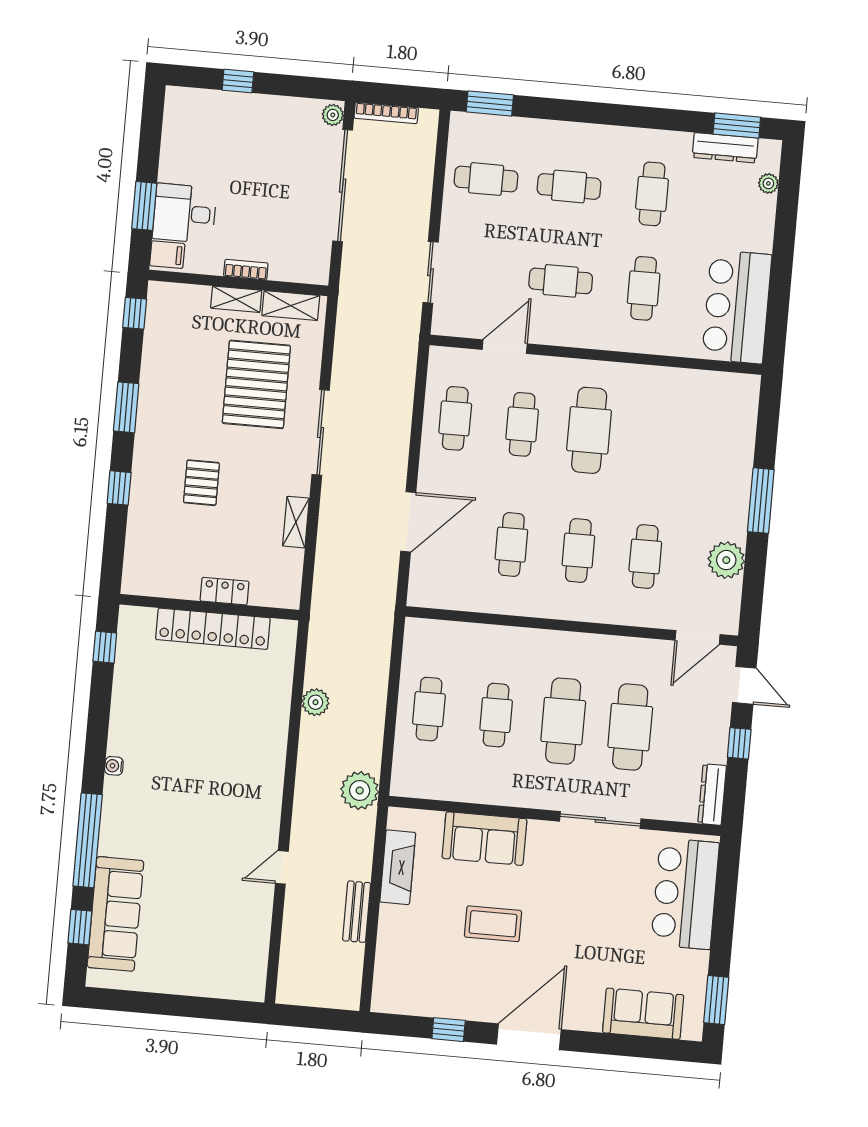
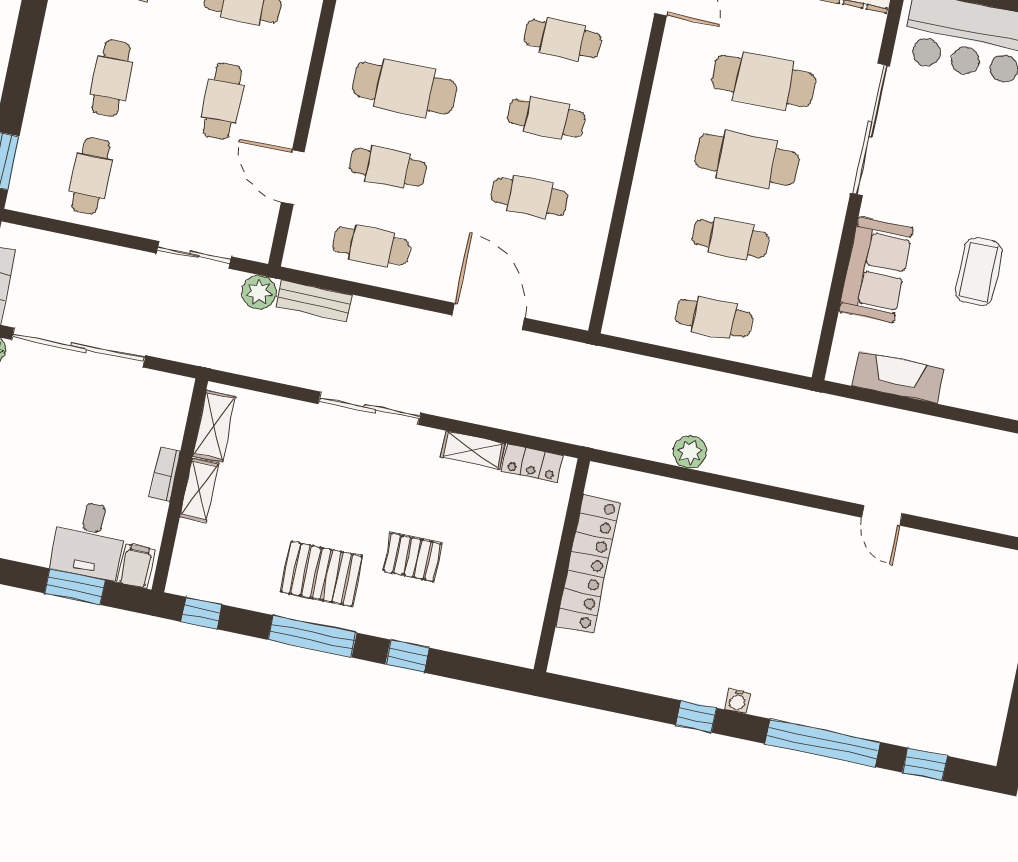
pallet: (256, 384) -> (322, 574), moved, width x0.73, depth x0.71
window: (126, 407) -> (312, 636), width x1.44
locker: (224, 591) -> (532, 463), moved, turned -90
window: (105, 647) -> (696, 716), moved
plant: (360, 790) -> (259, 292), moved, width x0.73, depth x0.73
sliding door: (600, 820) -> (870, 129), width x1.36
bench: (357, 912) -> (314, 301), moved
sofa: (115, 914) -> (914, 720), removed

